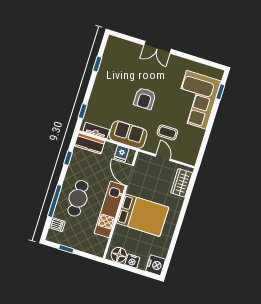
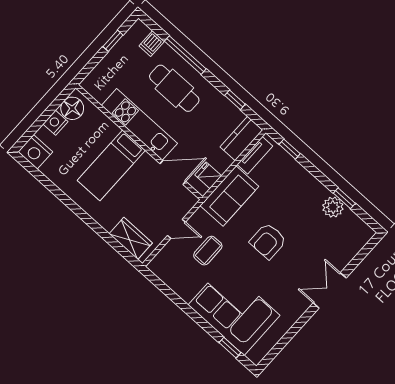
plant: (106, 68) -> (333, 207), added
armchair: (145, 99) -> (268, 241), turned -90
bed: (142, 215) -> (111, 165), width x0.67

